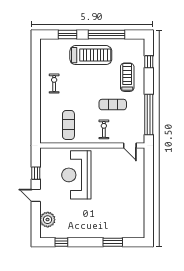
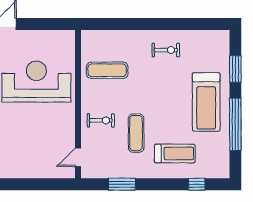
window: (149, 115) -> (122, 184), width x0.47
window: (36, 173) -> (39, 24), removed

